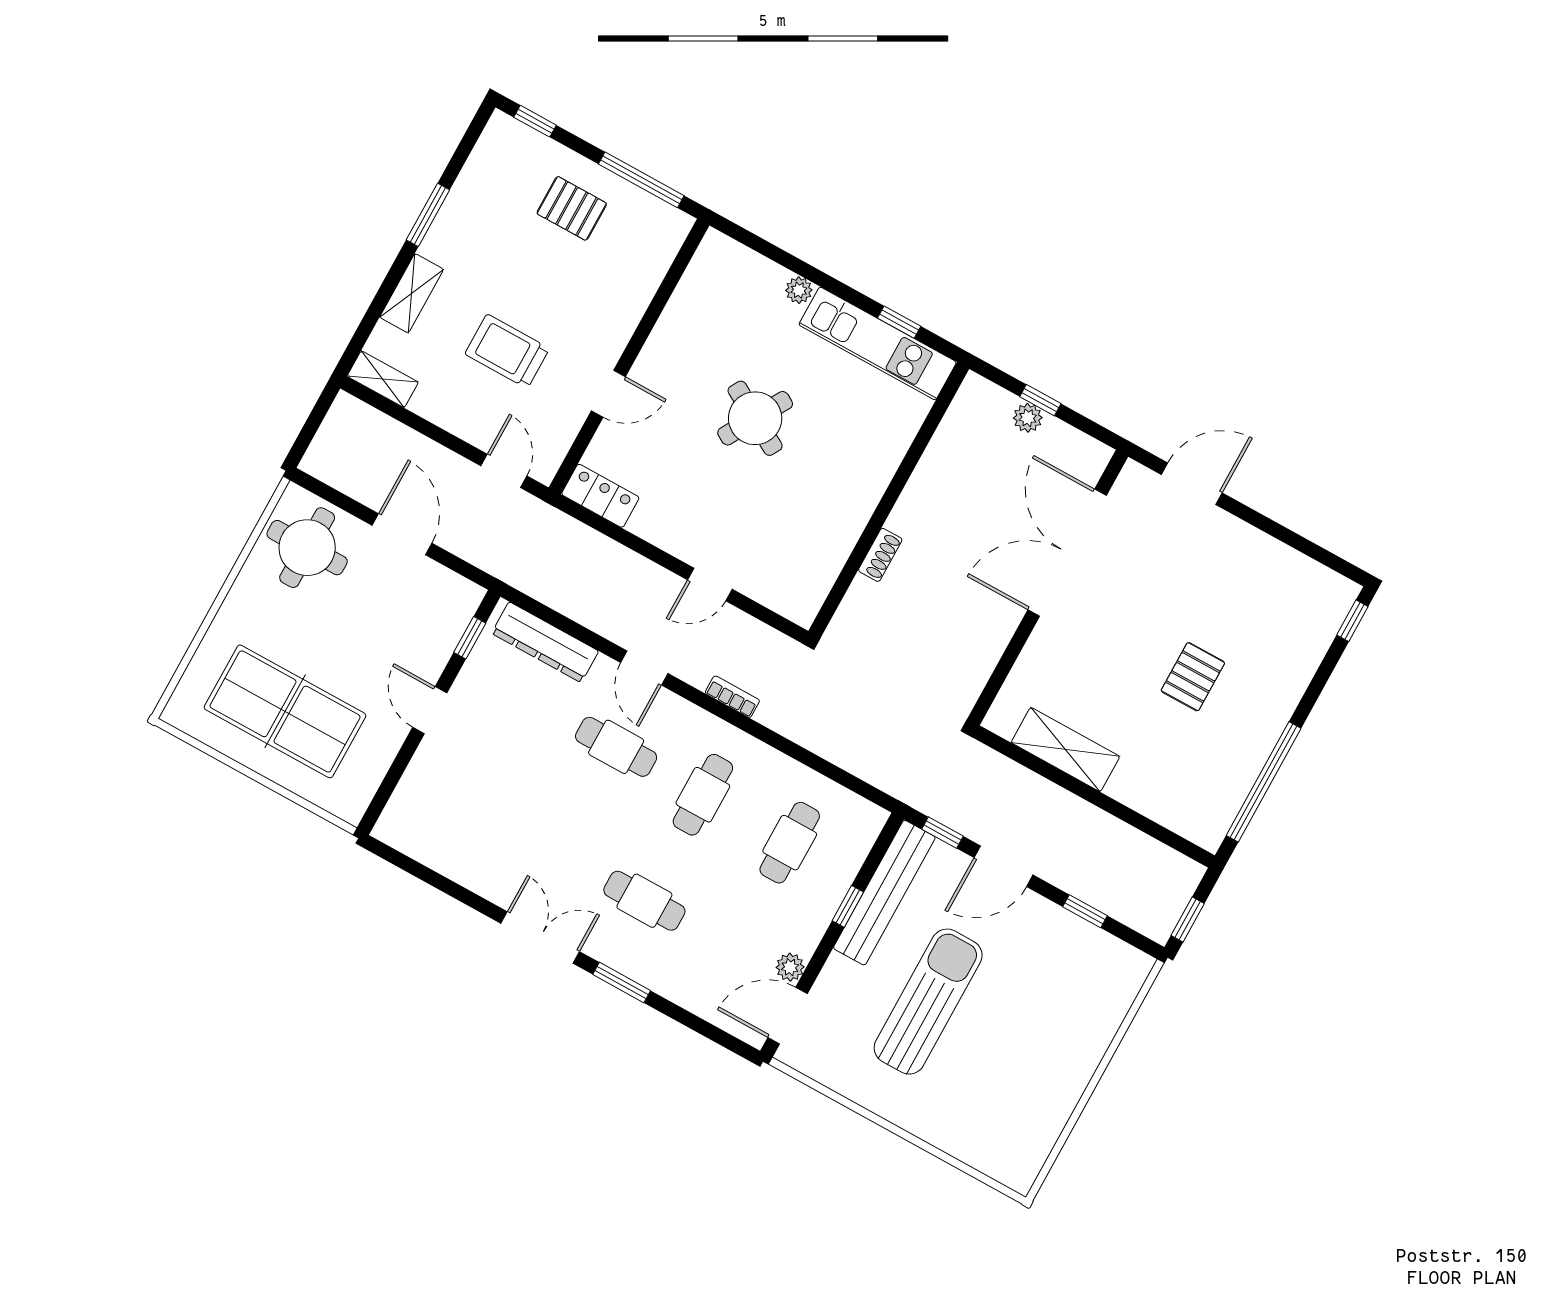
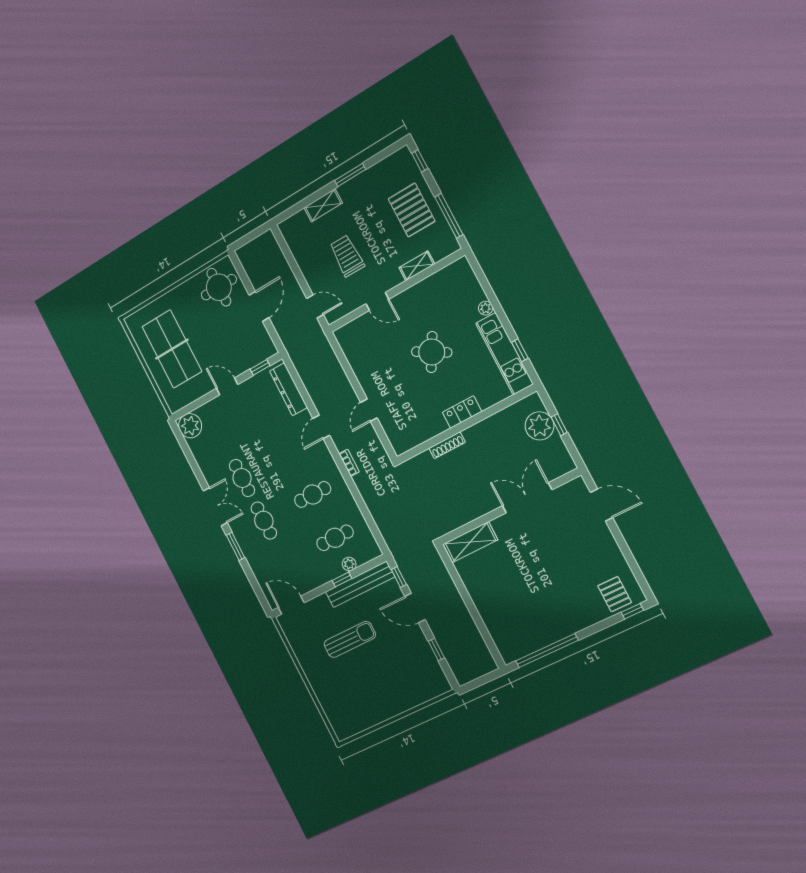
pallet: (572, 208) -> (412, 210), width x1.50, depth x1.42
shelving: (383, 379) -> (417, 266), moved, turned 90
plant: (1028, 418) -> (539, 426), width x1.87, depth x1.87
door: (504, 471) -> (315, 306), hinge flipped
locker: (600, 496) -> (462, 412), moved, turned -90
double door: (1067, 553) -> (527, 498), width x0.73
shoe rack: (880, 555) -> (447, 445), width x1.43
door: (710, 585) -> (369, 410), hinge flipped
pallet: (1193, 677) -> (615, 594), moved, turned 90
door: (430, 710) -> (227, 386), hinge flipped
cafe table: (616, 747) -> (242, 478), moved
shelving: (1065, 750) -> (470, 542), moved, turned 90
plant: (404, 825) -> (190, 426), added
window: (1188, 919) -> (477, 683), removed
plant: (790, 967) -> (349, 564), moved
sun lounger: (928, 1002) -> (350, 639), width x0.73, depth x0.75

